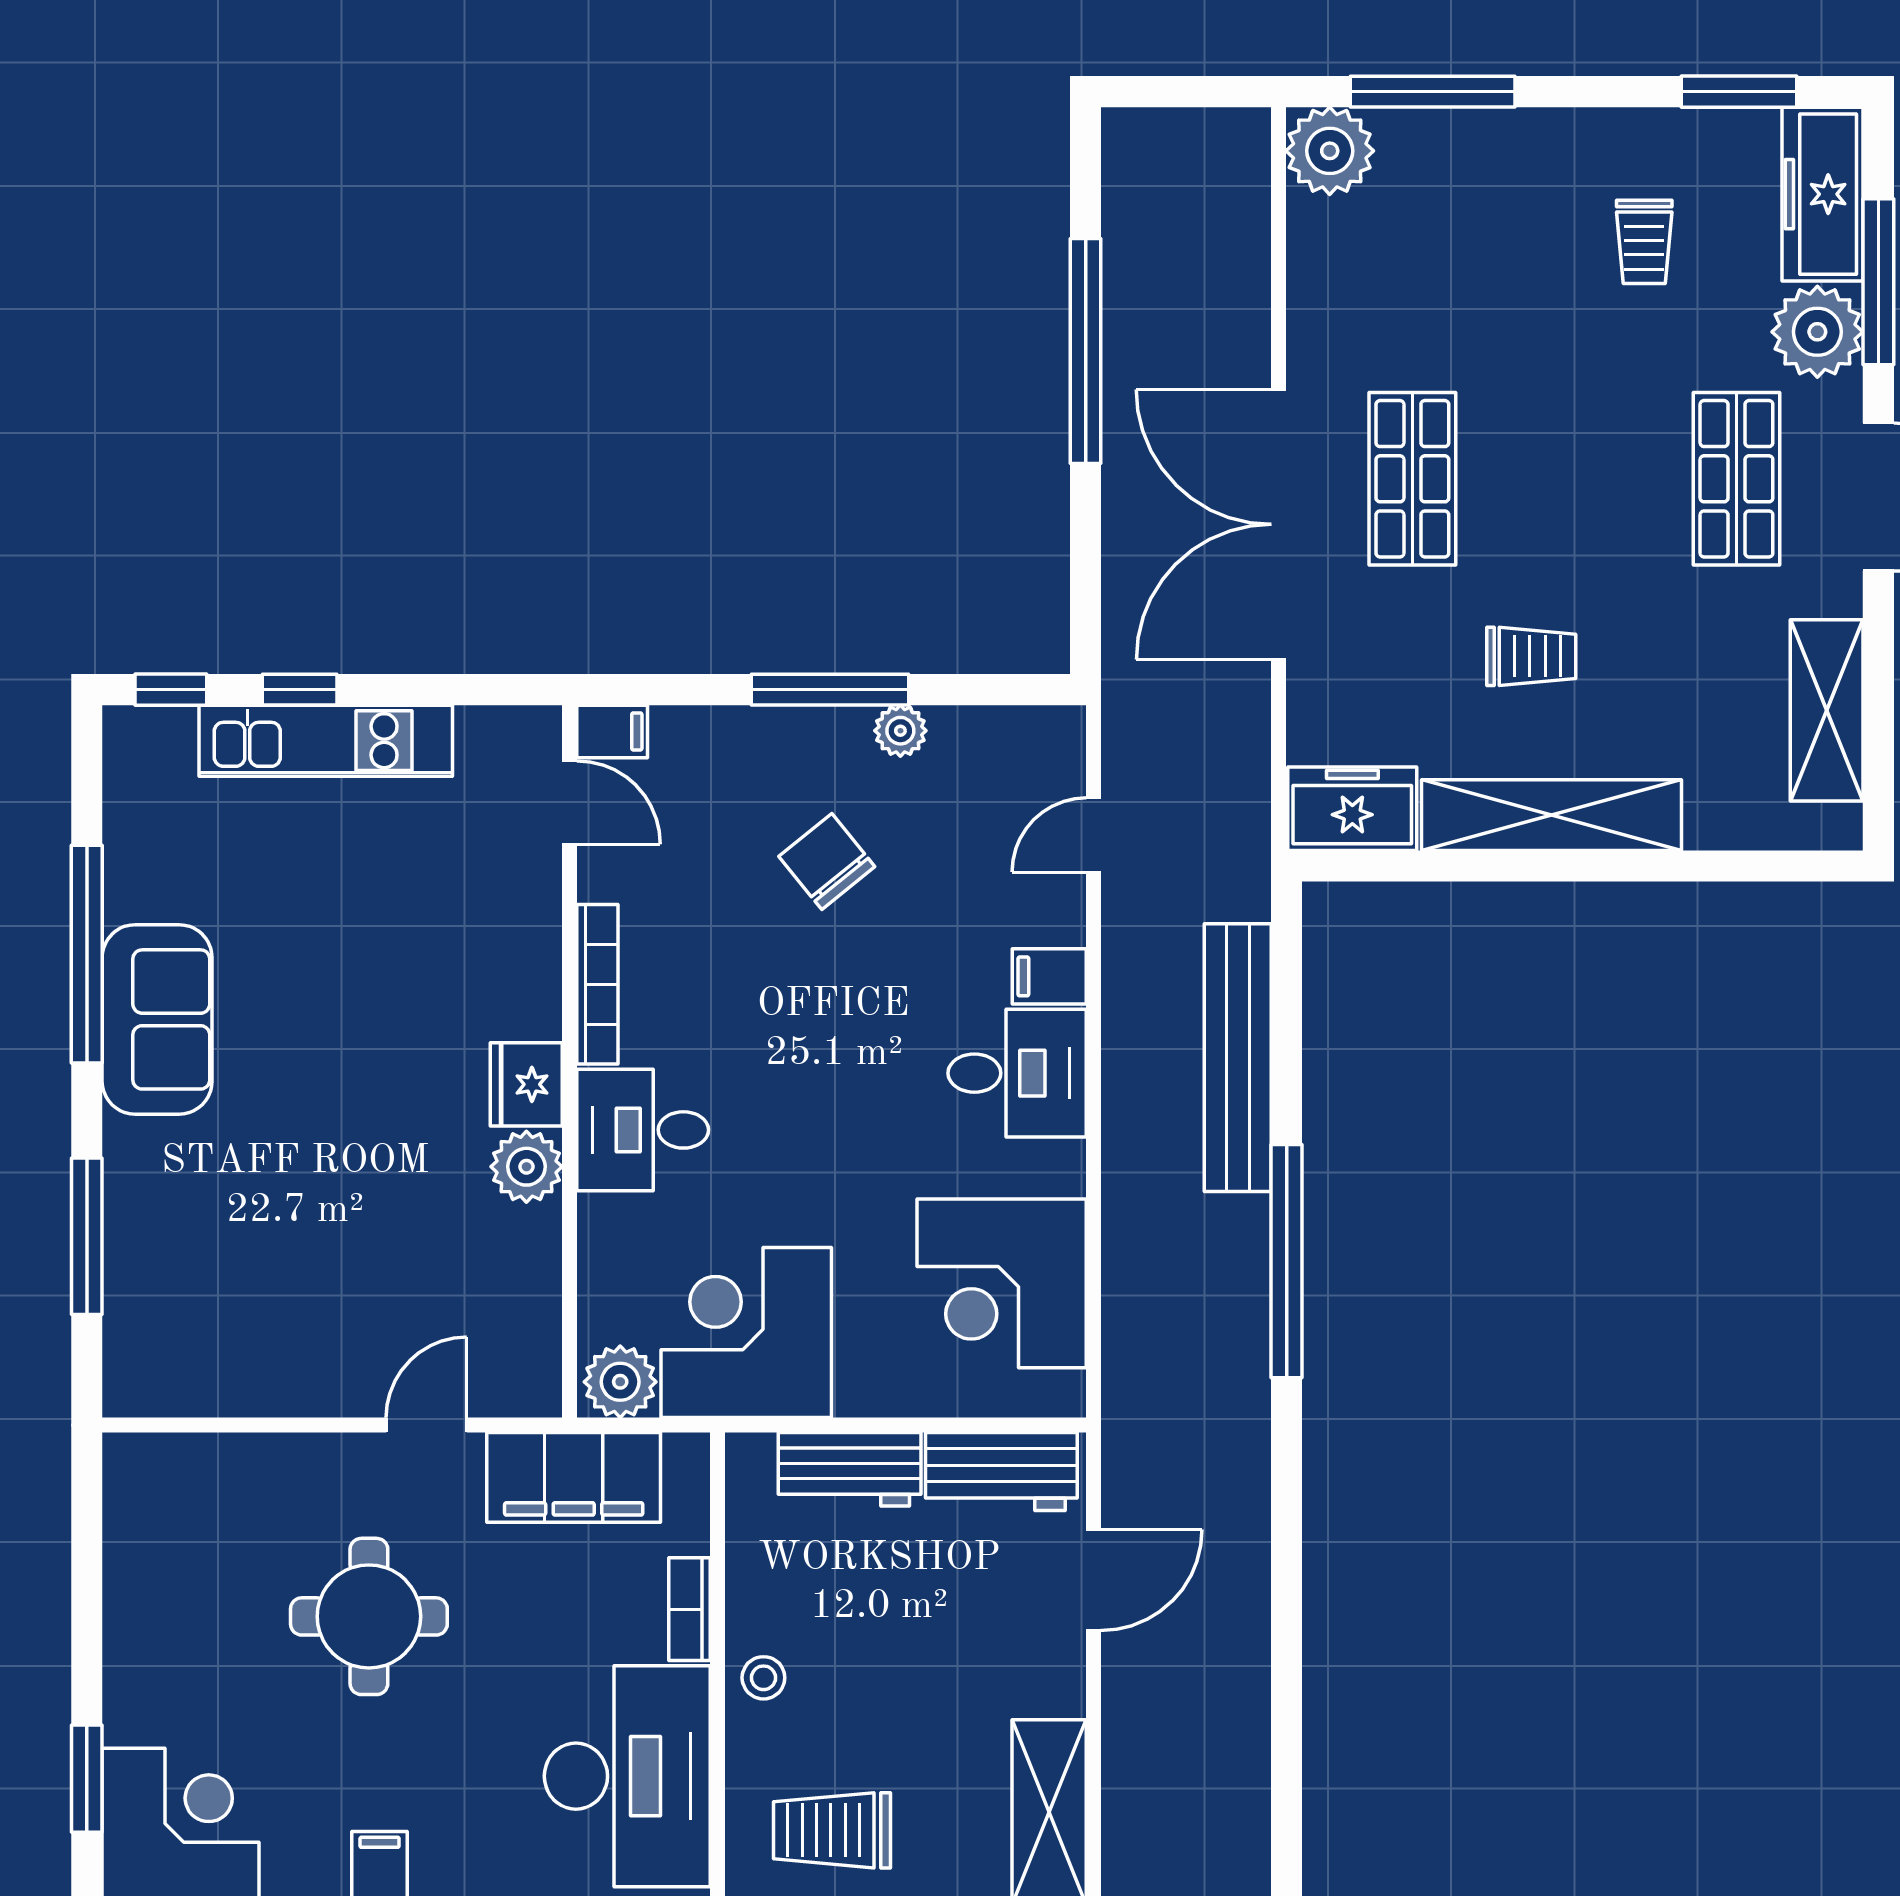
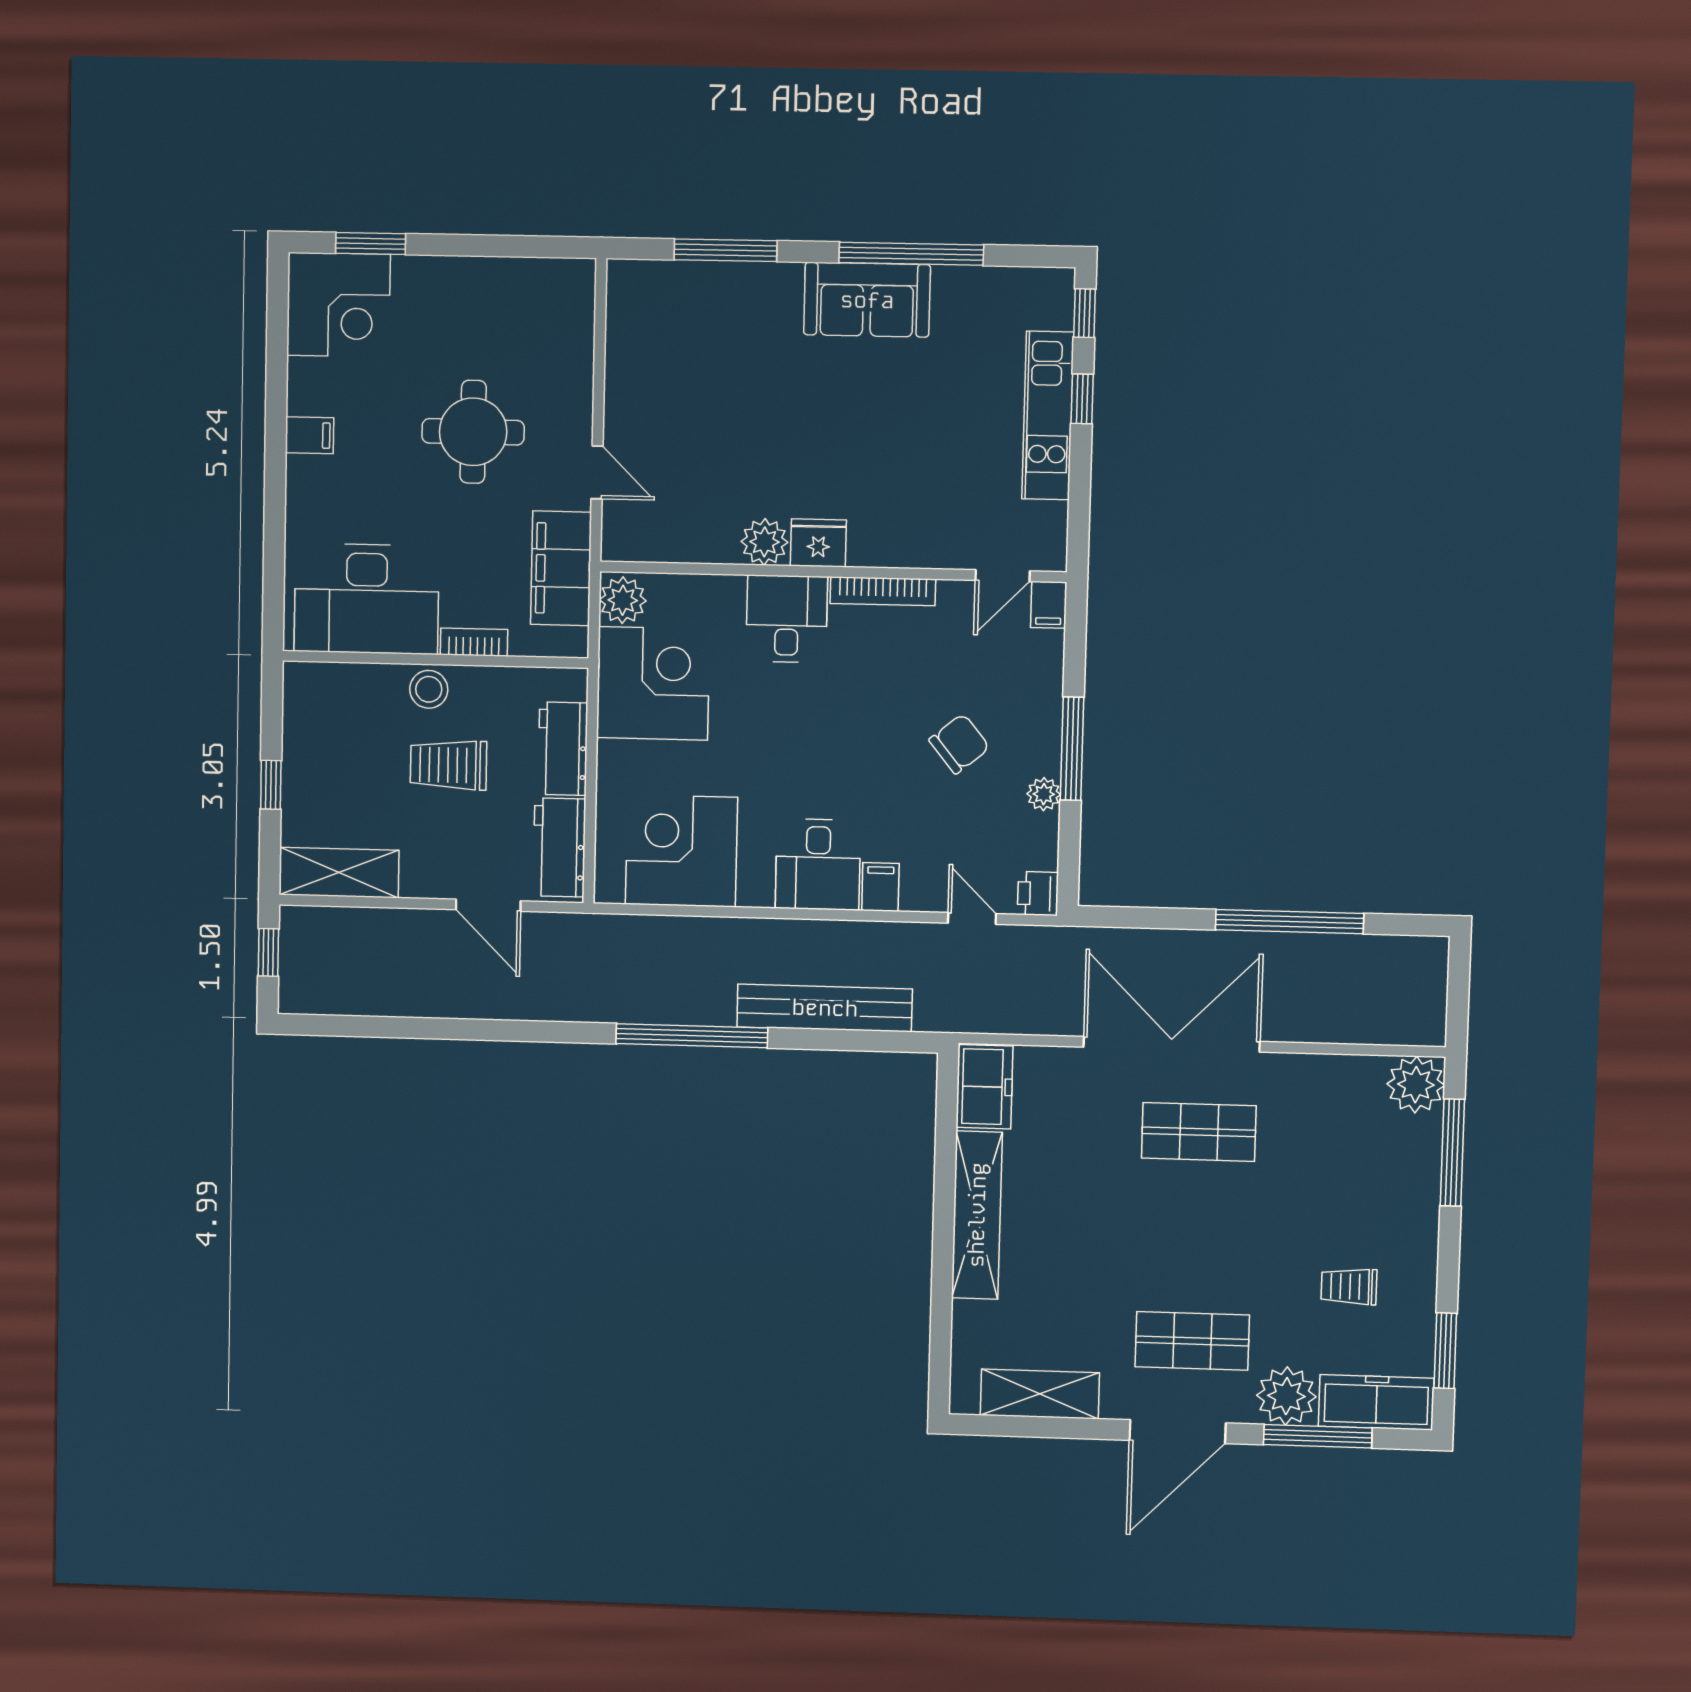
trolley: (1531, 656) -> (1081, 1205), removed
printer: (1053, 735) -> (1038, 894), added
stool: (763, 1678) -> (429, 689), width x1.37, depth x1.37
trolley: (832, 1830) -> (448, 765), moved, turned -90

